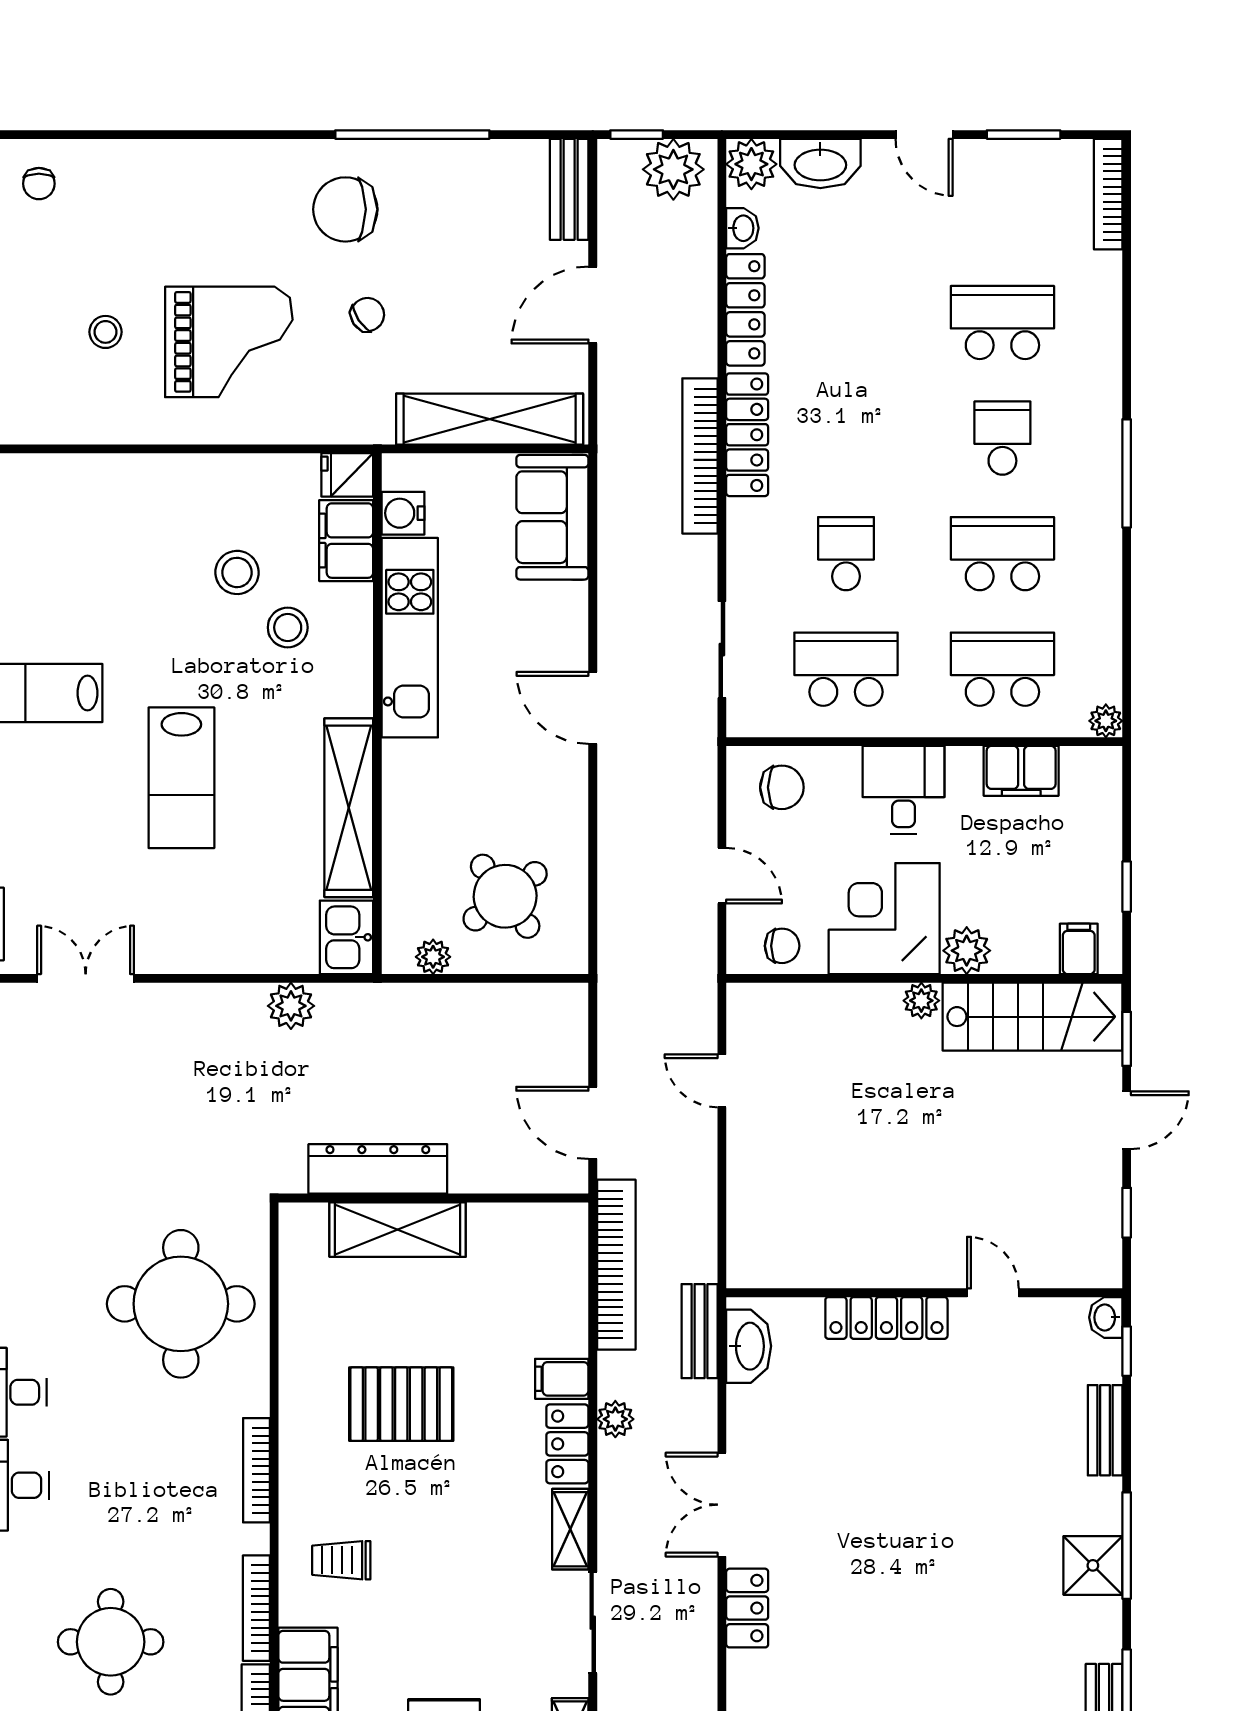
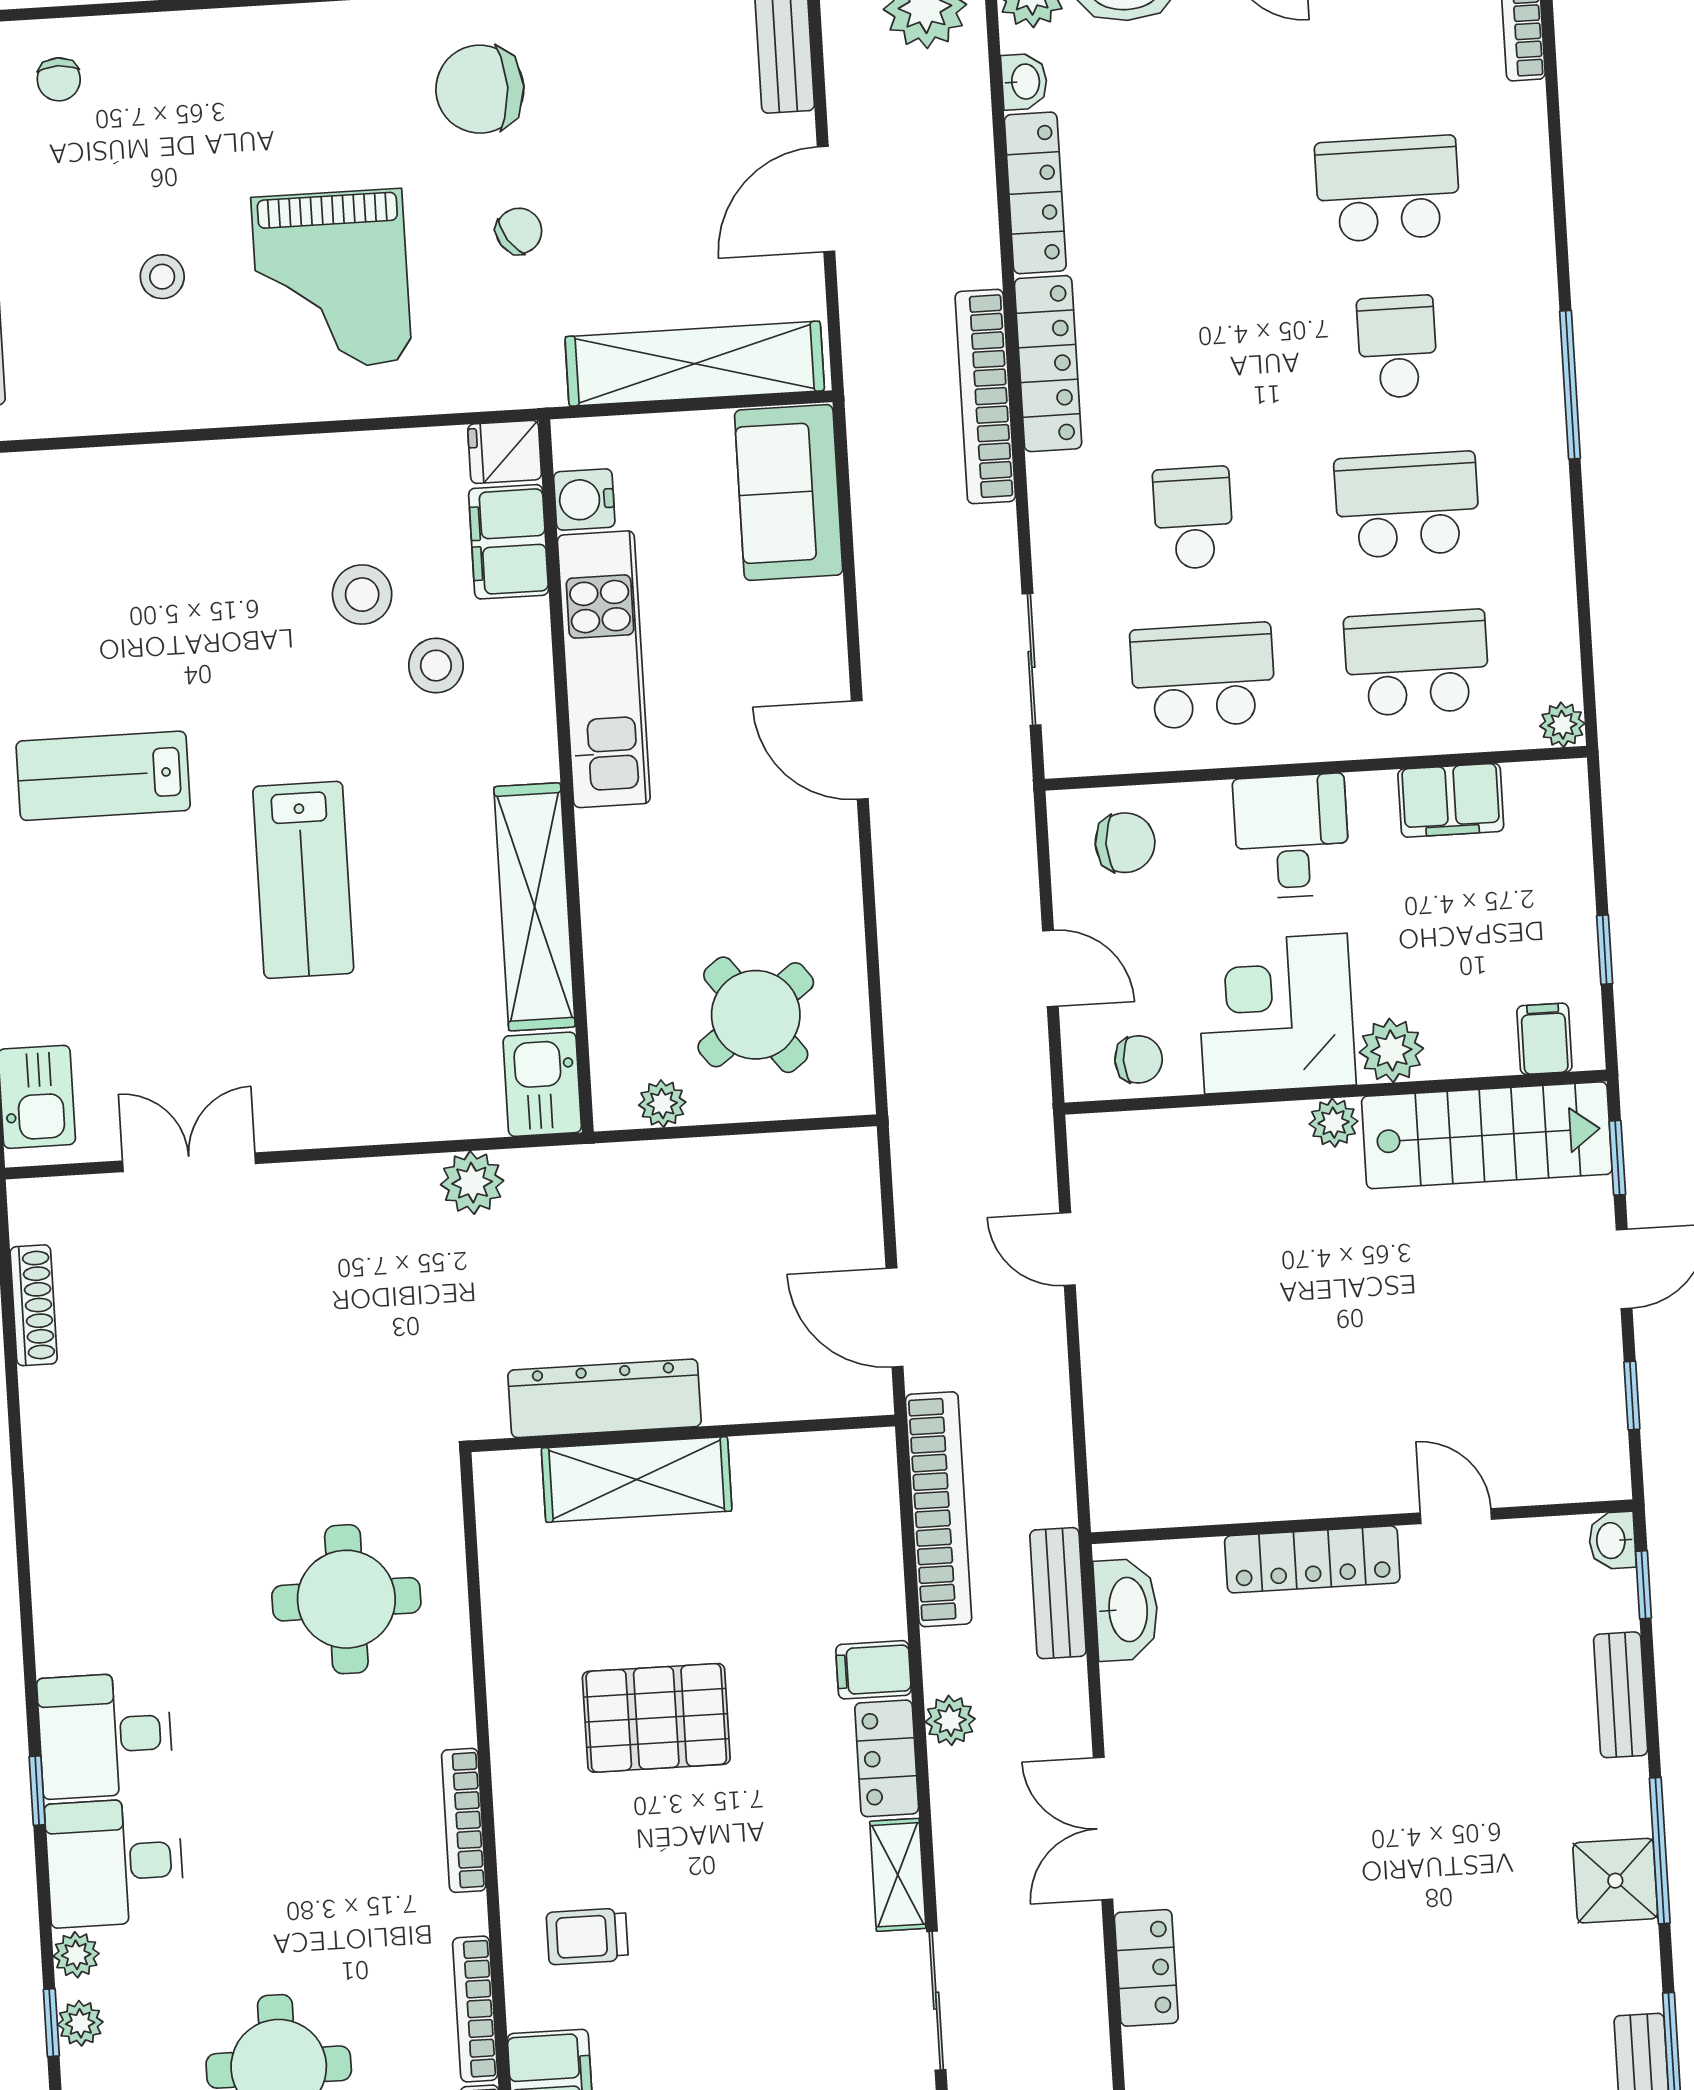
grand piano: (229, 342) -> (332, 280), turned 90
round table: (181, 1304) -> (346, 1599), width x0.73, depth x0.73

